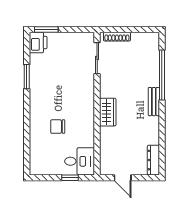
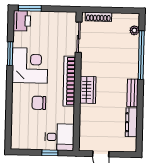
plant: (154, 50) -> (134, 30), added
corner desk: (48, 88) -> (30, 66), added
bench: (154, 102) -> (132, 93), moved
bookcase: (89, 103) -> (69, 81), added
dresser: (153, 160) -> (131, 122), moved

